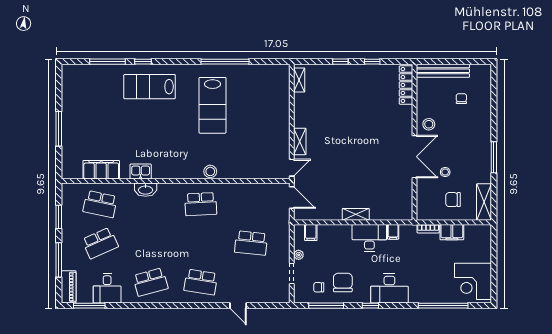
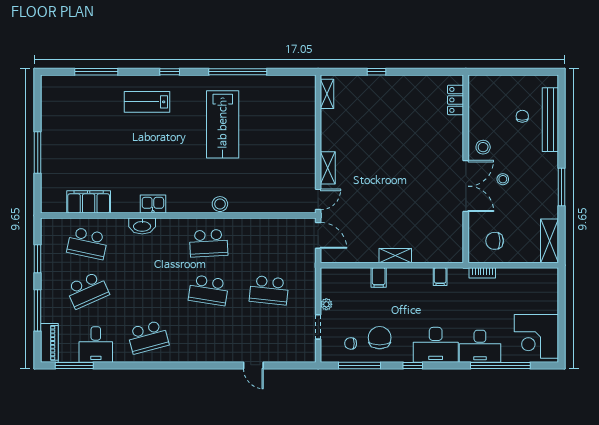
window: (143, 62) -> (170, 72), moved
window: (372, 62) -> (415, 72), removed
bench: (443, 71) -> (550, 120), moved, turned 90
locker: (406, 85) -> (456, 100), width x0.66
lab bench: (150, 87) -> (147, 102), width x0.73, depth x0.72
kitchen sink: (141, 172) -> (153, 204), moved
stool: (445, 172) -> (503, 179), moved
chair: (453, 200) -> (495, 241), moved
filing cabinet: (452, 232) -> (511, 277), removed
filing cabinet: (311, 233) -> (379, 277), moved
desk: (369, 238) -> (480, 346), moved, turned 180
school desk: (201, 282) -> (209, 290), moved

